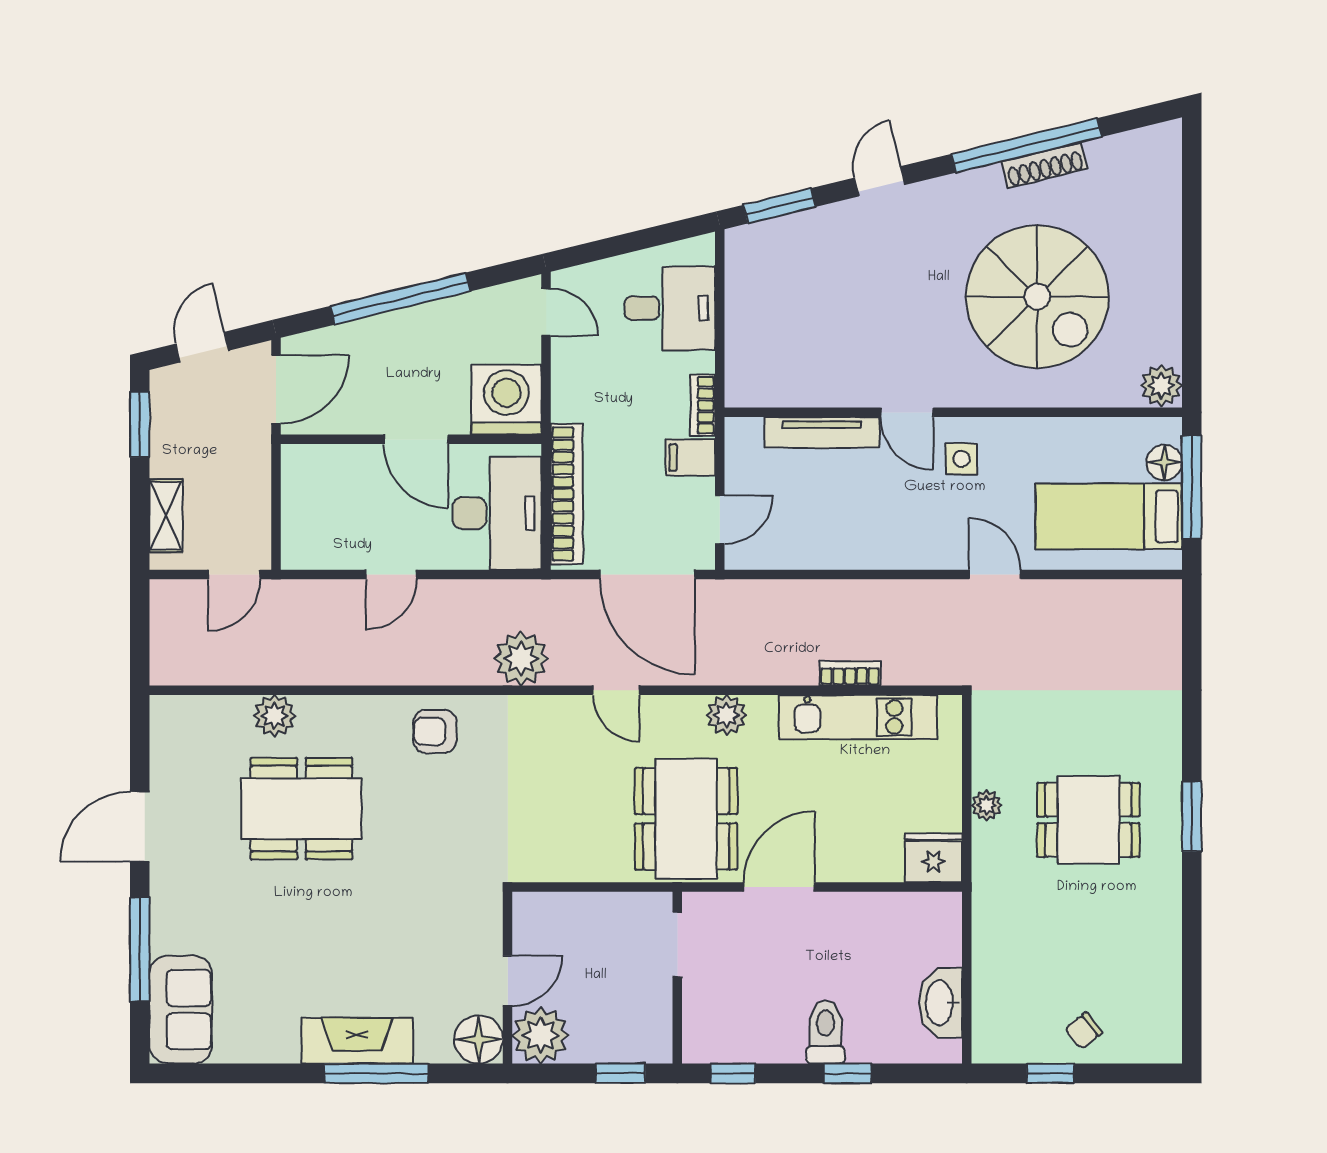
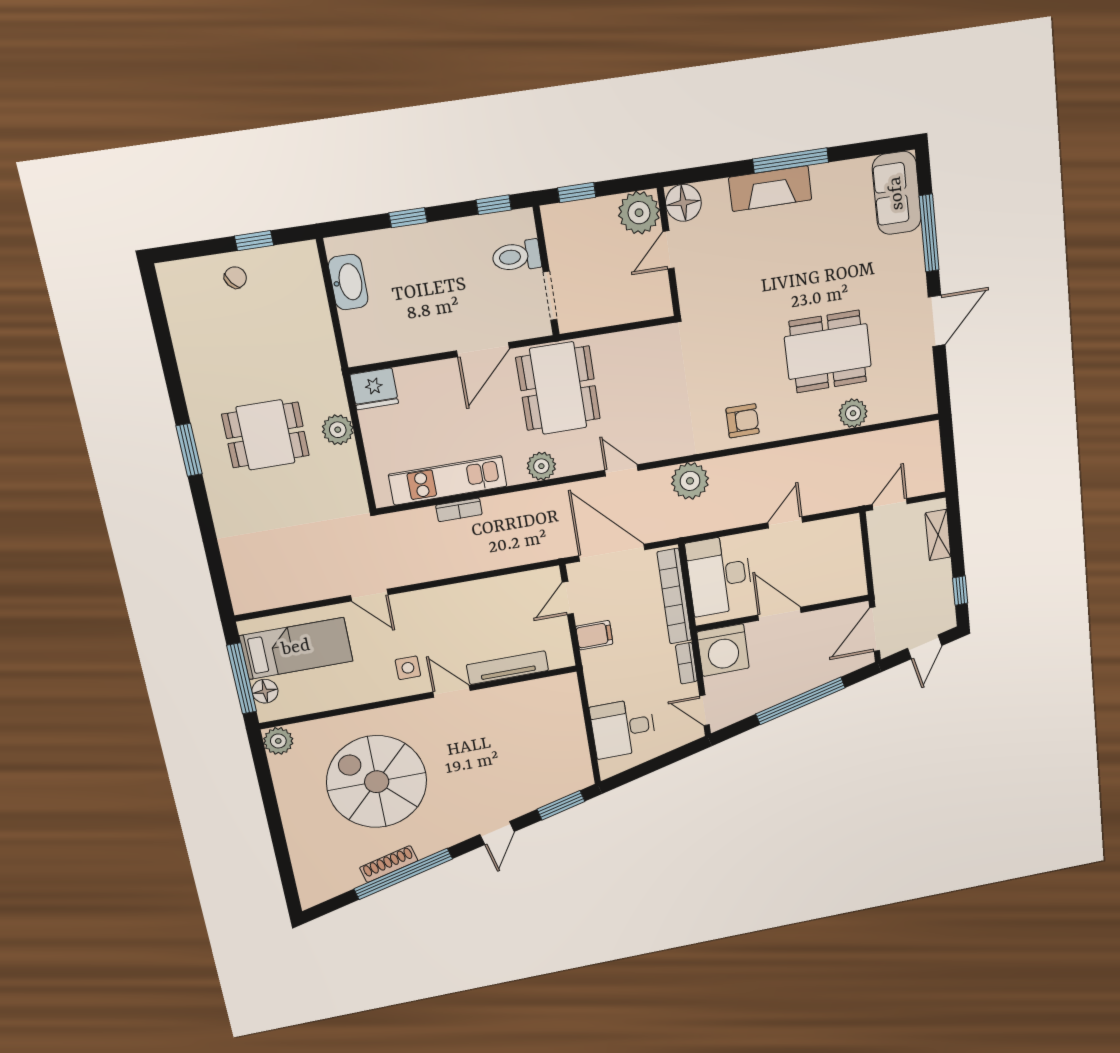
bookcase: (703, 405) -> (686, 663), moved, turned 180
window: (140, 425) -> (960, 591), width x0.67
plant: (987, 805) -> (338, 430), width x1.38, depth x1.38
toilet: (825, 1032) -> (517, 256), moved, turned 90
window: (376, 1073) -> (791, 161), moved

